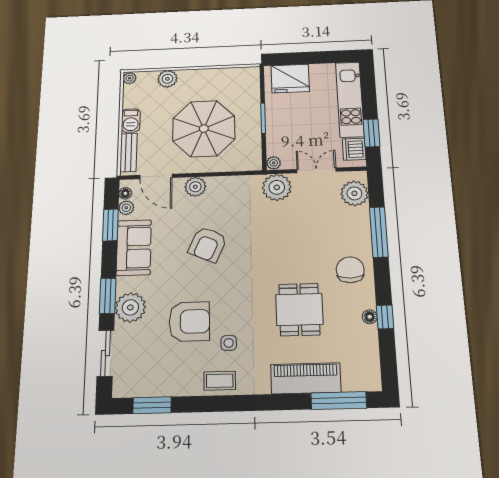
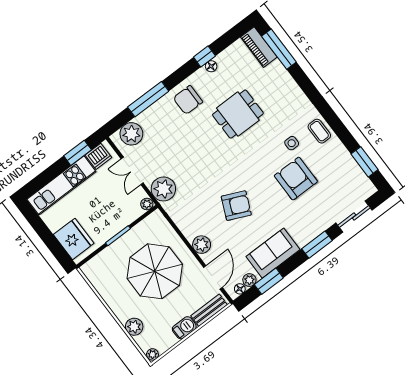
plant: (130, 307) -> (314, 224), removed
piano: (306, 378) -> (259, 47), moved, width x0.73, depth x0.75

